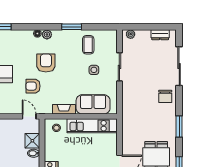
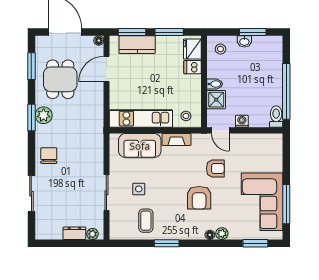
plant: (47, 34) -> (222, 234), moved
dresser: (160, 35) -> (74, 233), moved
sliding door: (179, 66) -> (31, 194), width x0.73
washing machine: (12, 124) -> (242, 121), added
plant: (169, 128) -> (44, 115), added

